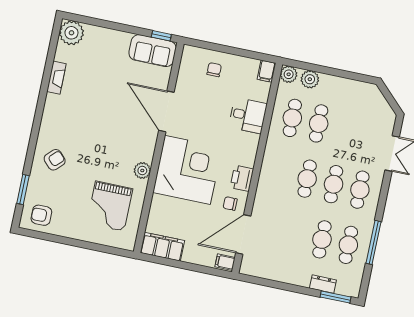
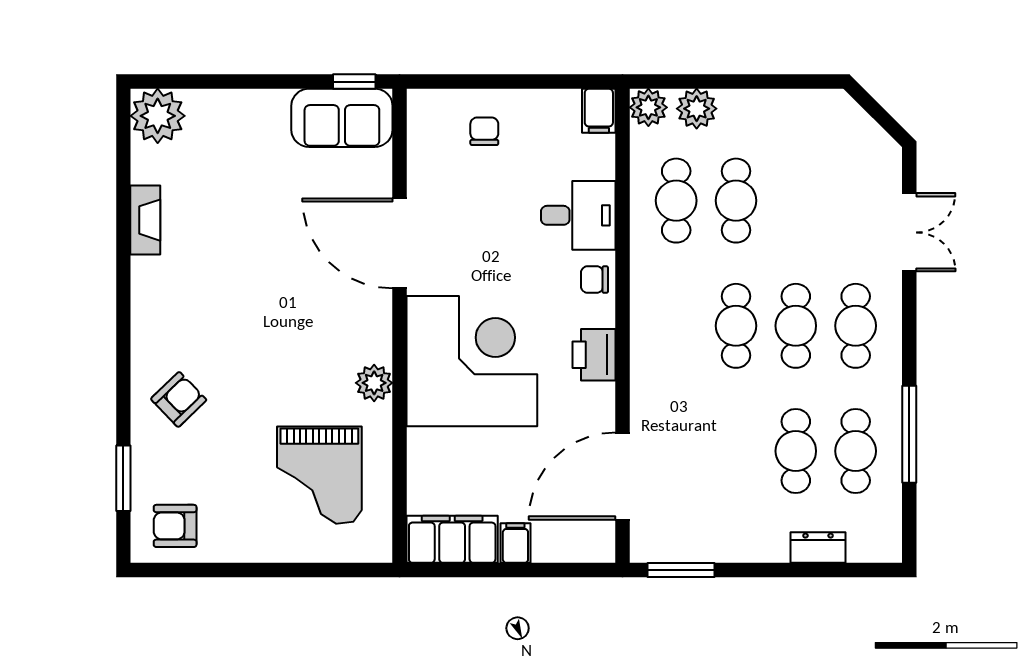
chair: (230, 204) -> (594, 280), moved
filing cabinet: (225, 262) -> (515, 543), moved, turned 90
window: (336, 297) -> (681, 570), moved

